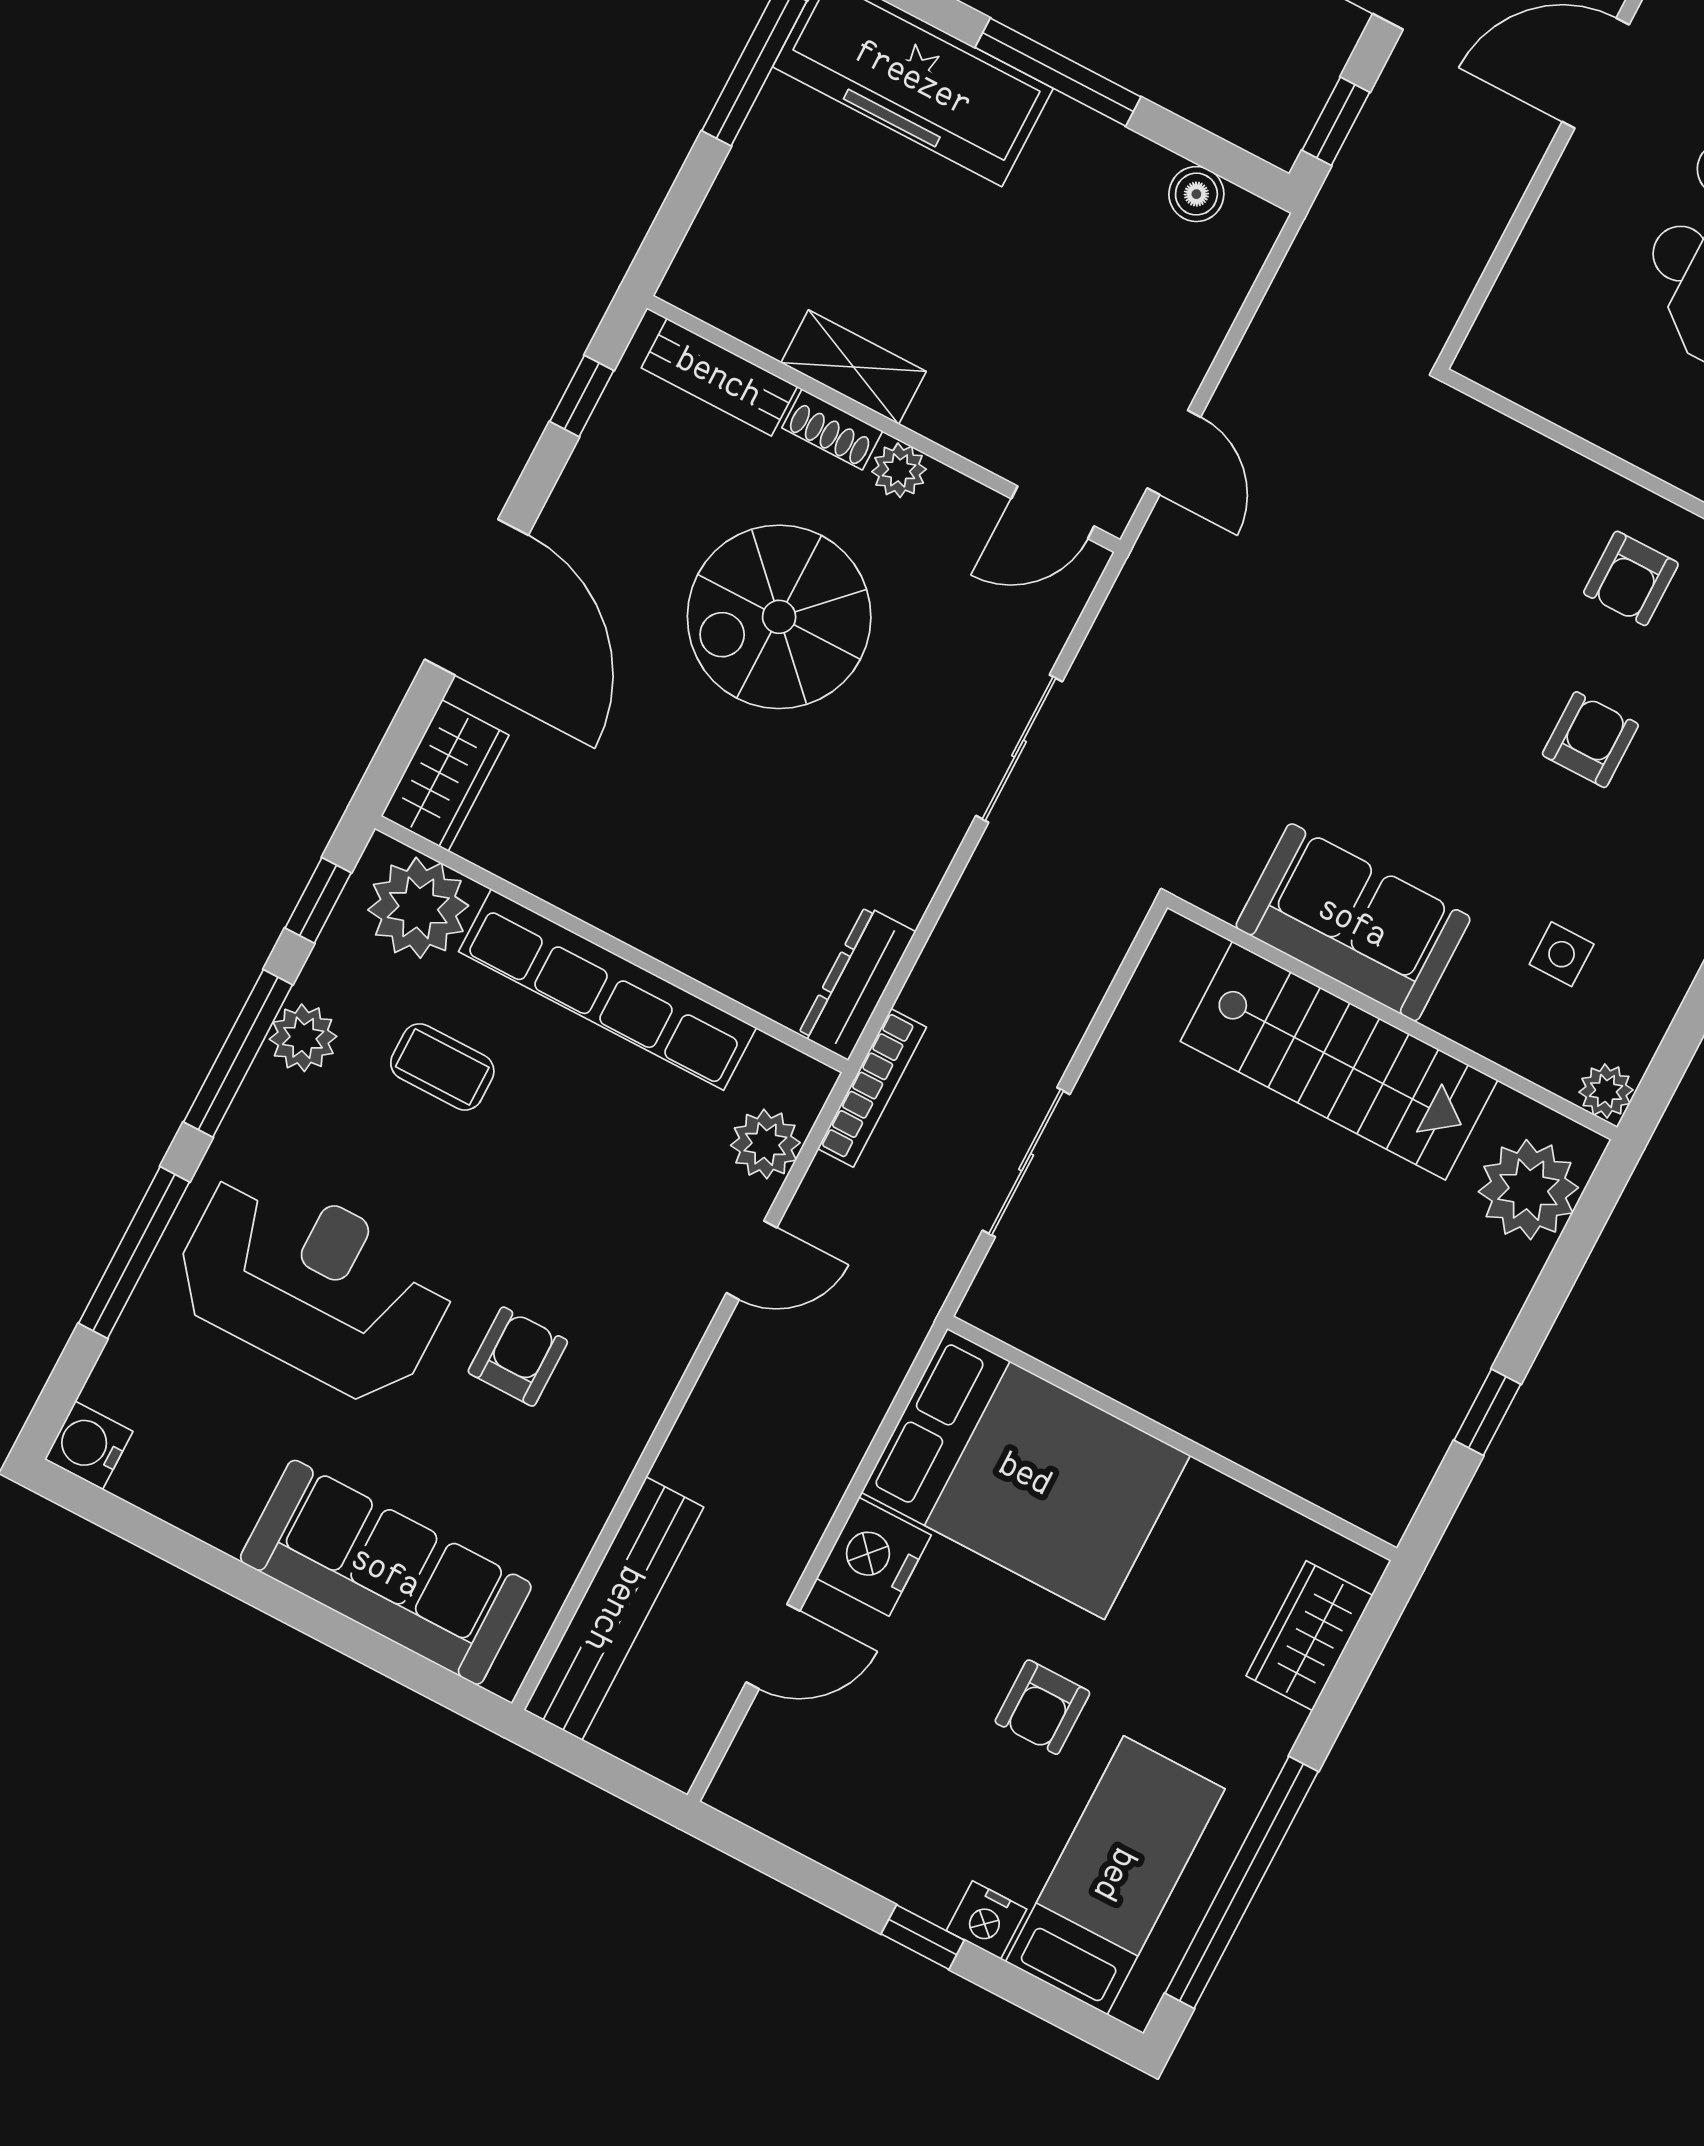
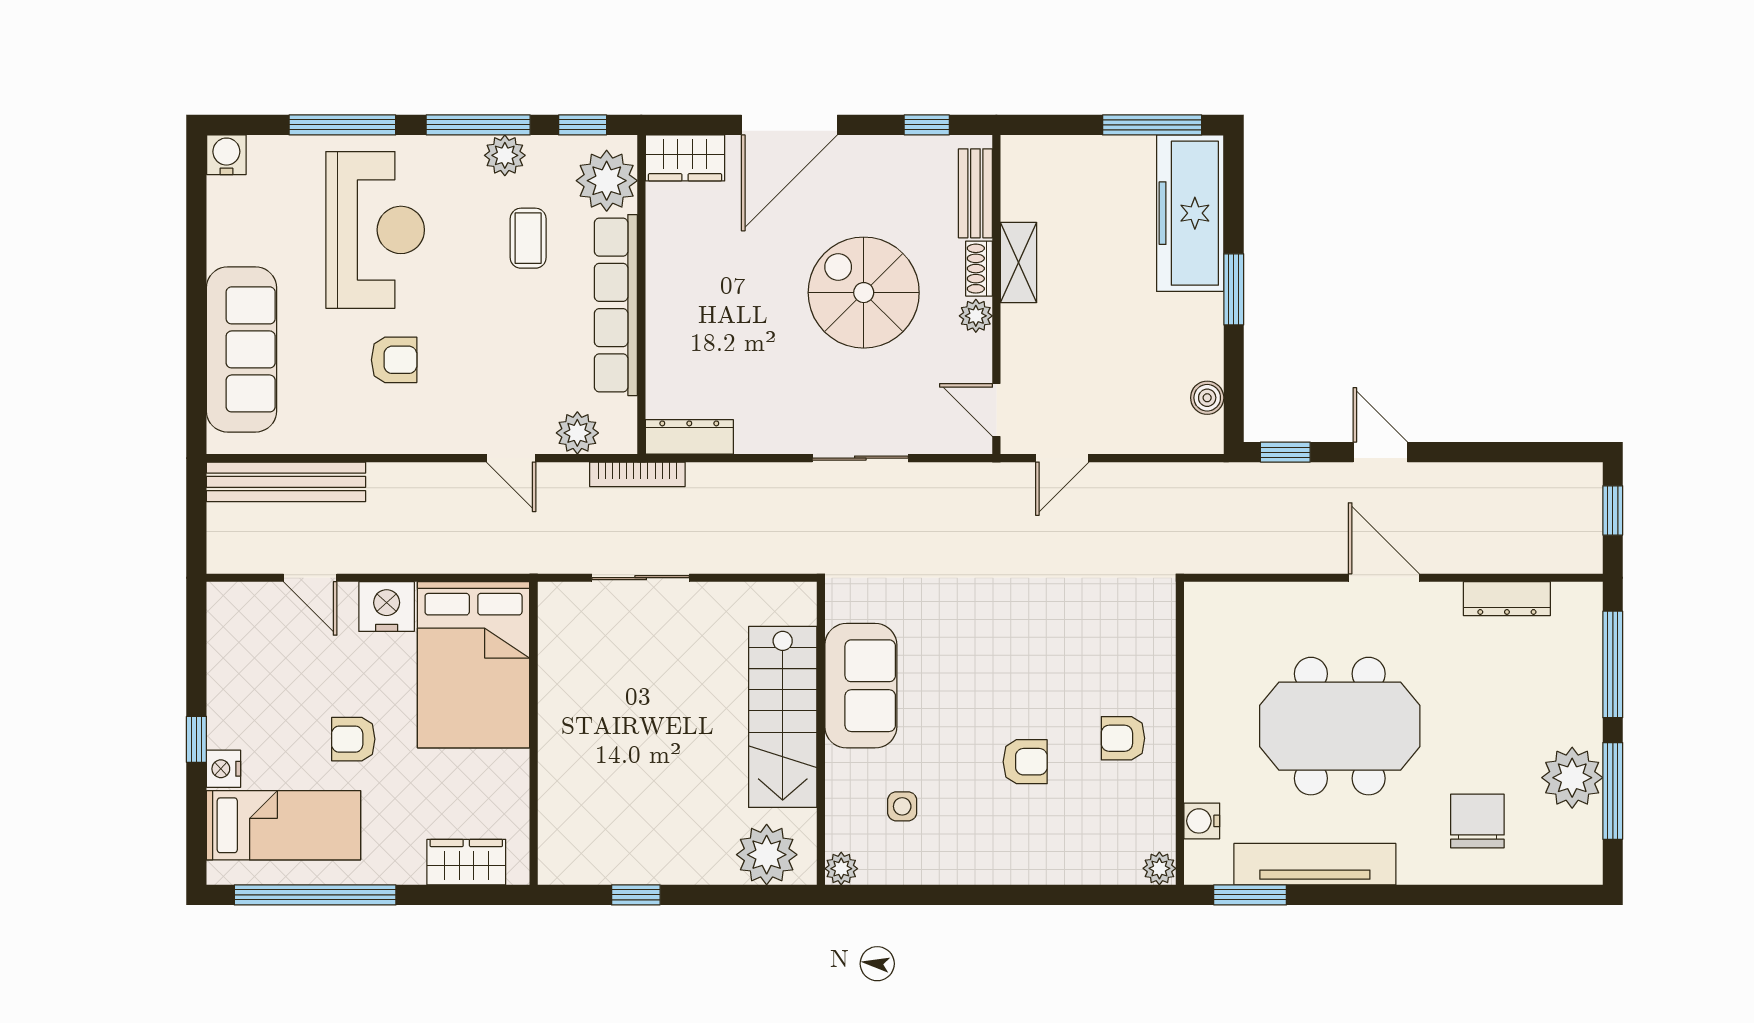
window: (1058, 72) -> (1234, 289), width x0.69

